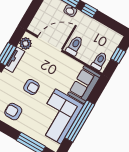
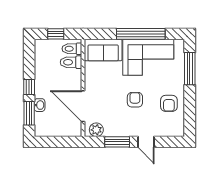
toilet: (75, 46) -> (71, 62), moved
tv unit: (15, 60) -> (118, 131), removed

